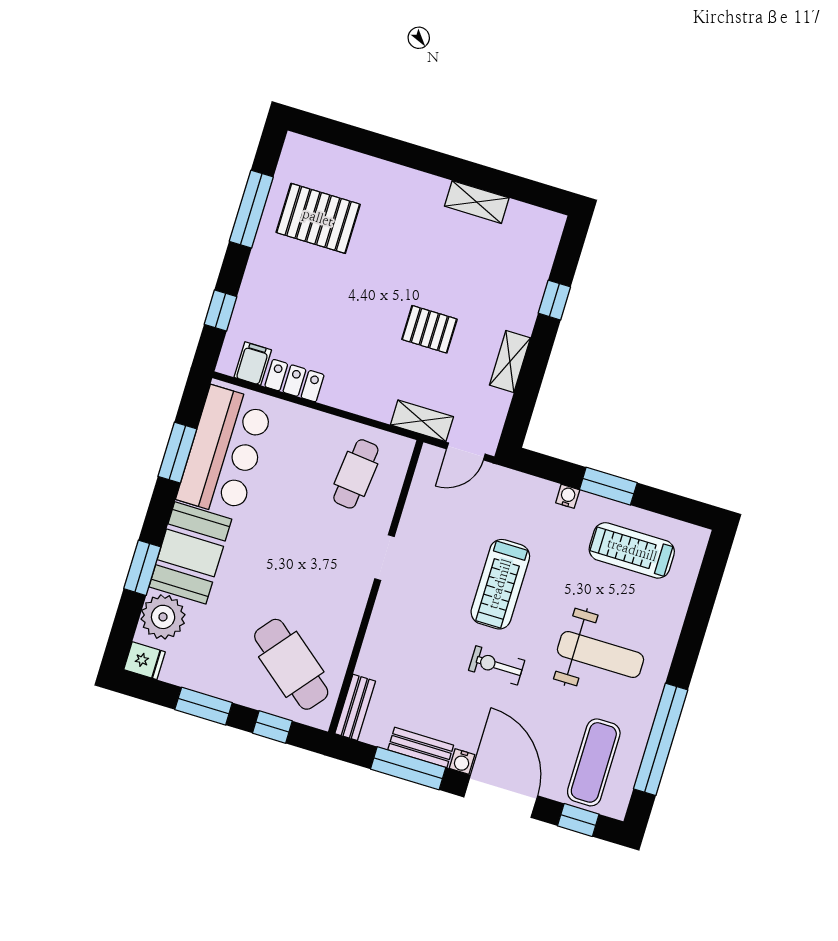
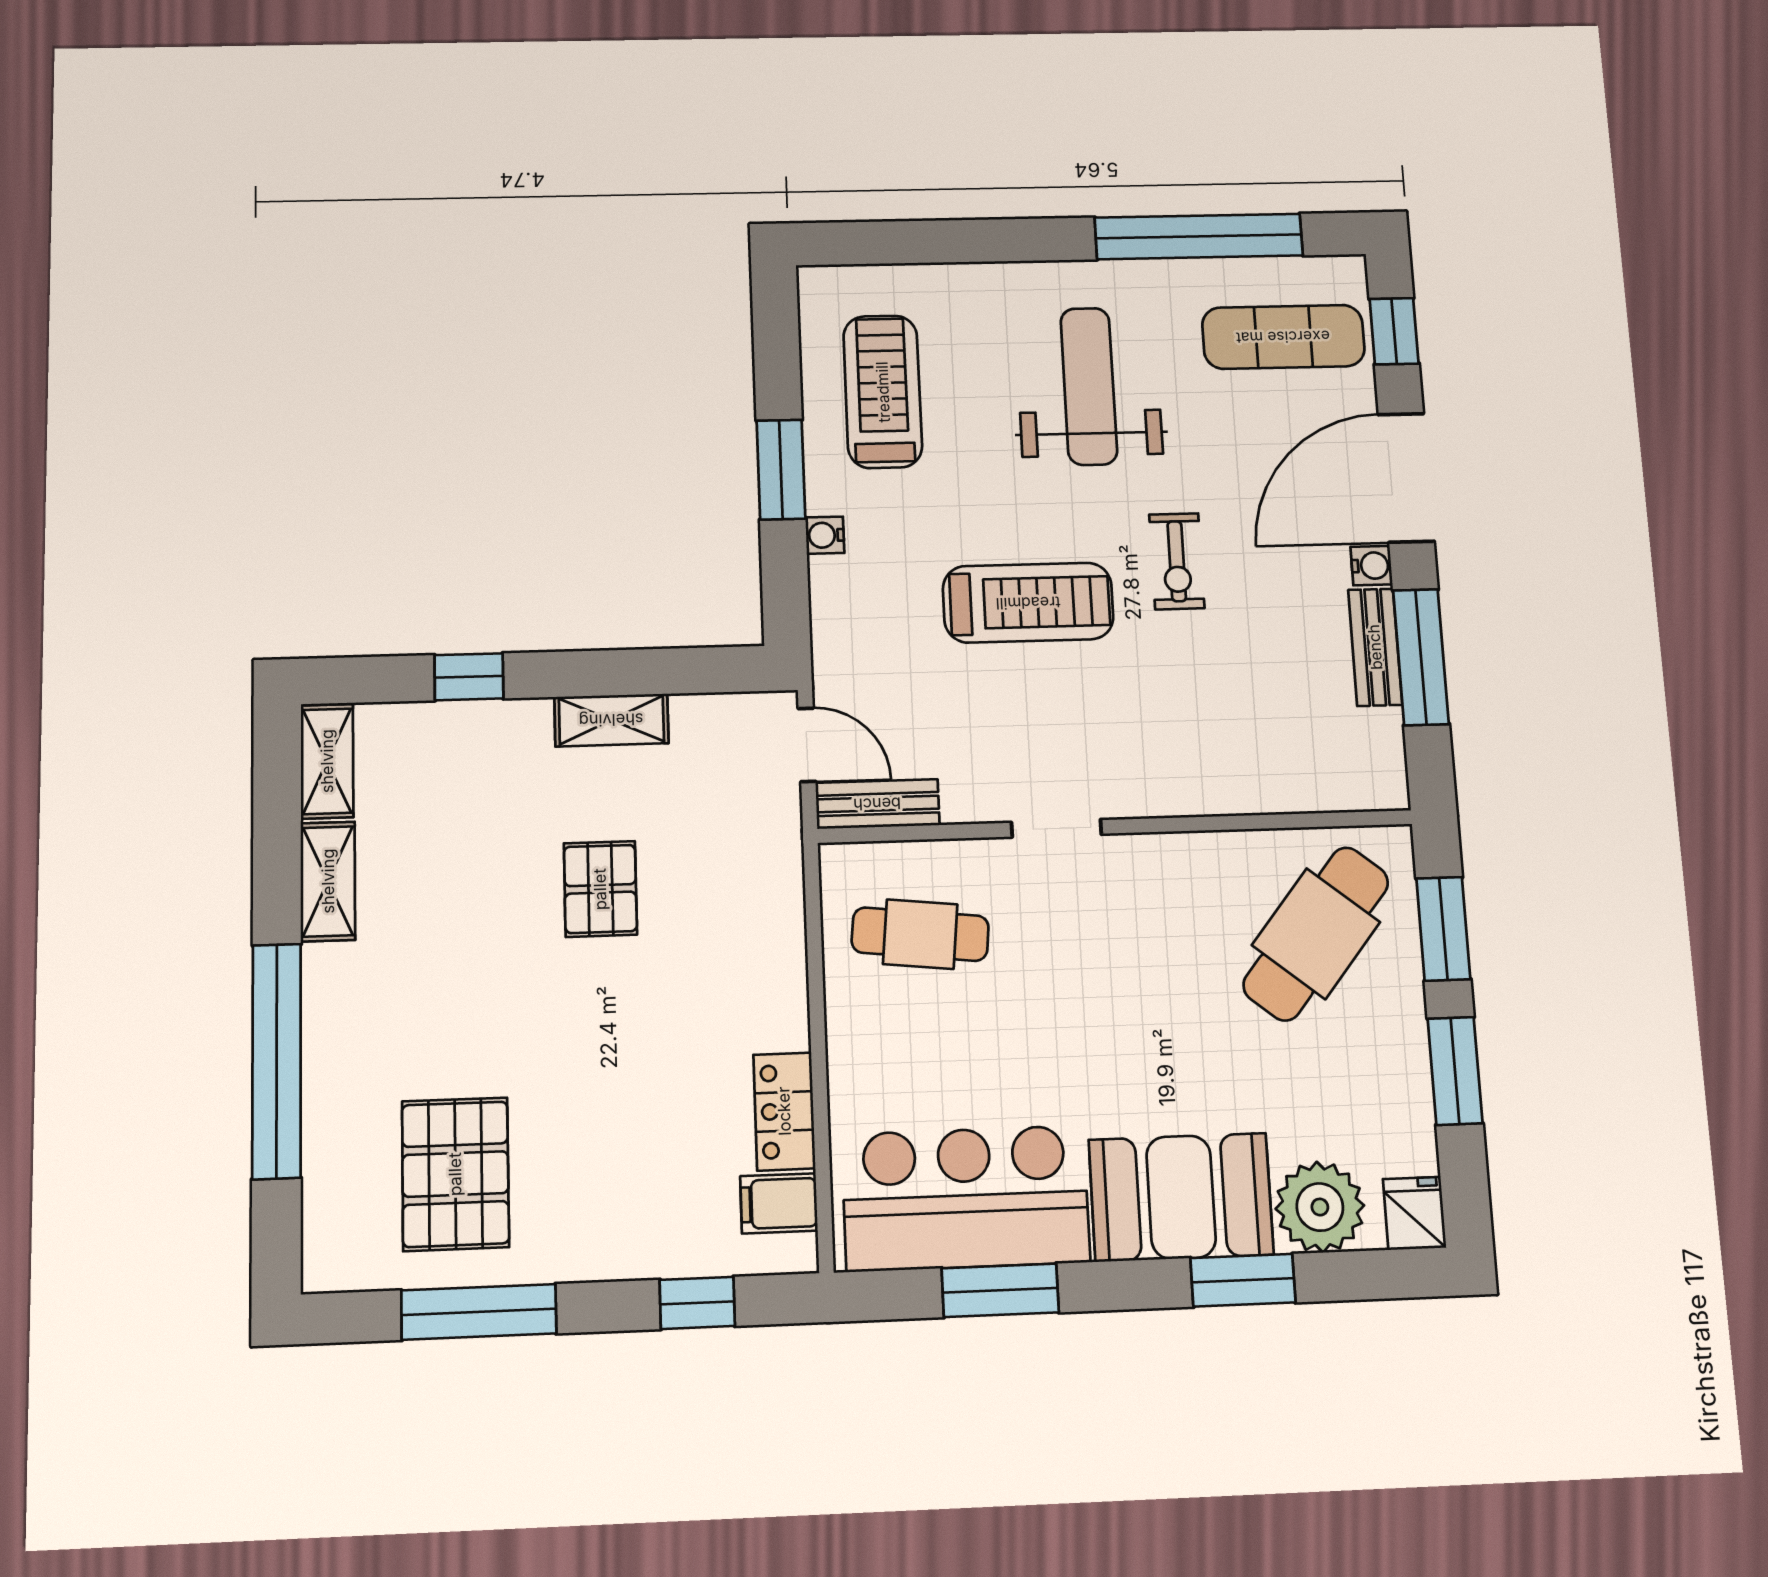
window: (399, 152) -> (277, 1061), added
shelving: (422, 421) -> (327, 761), moved
treadmill: (632, 550) -> (883, 392), turned 180
bench: (355, 707) -> (877, 804), moved
window: (272, 727) -> (1443, 929), width x1.50

